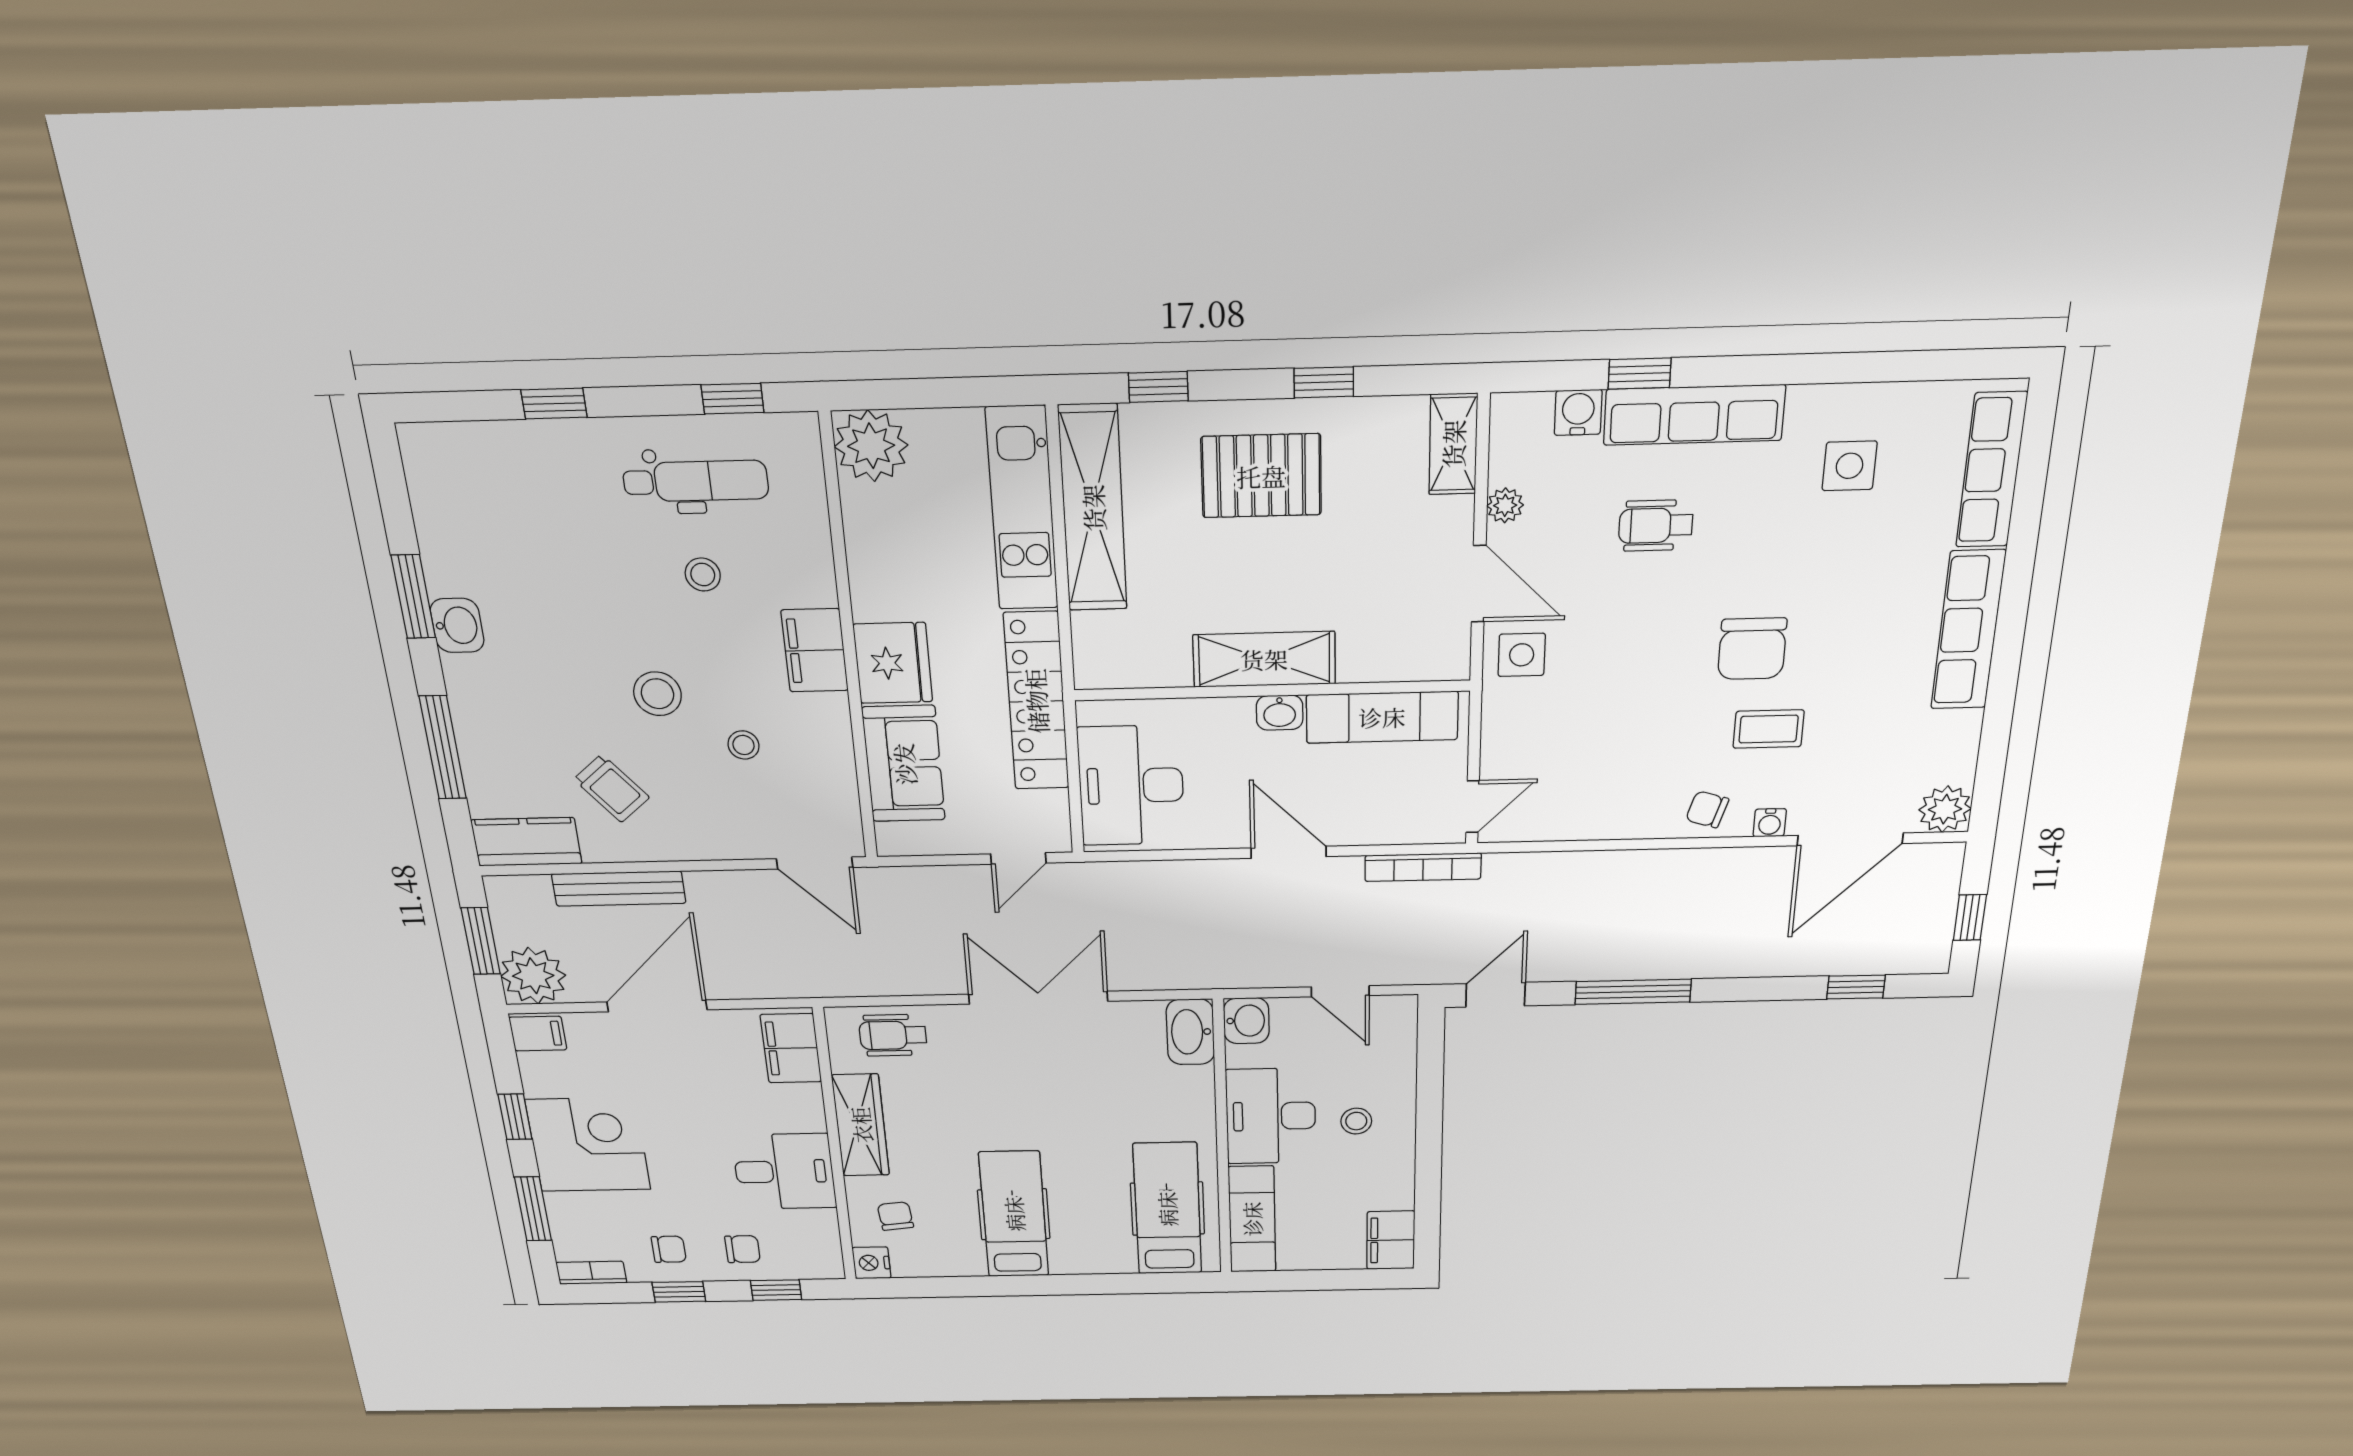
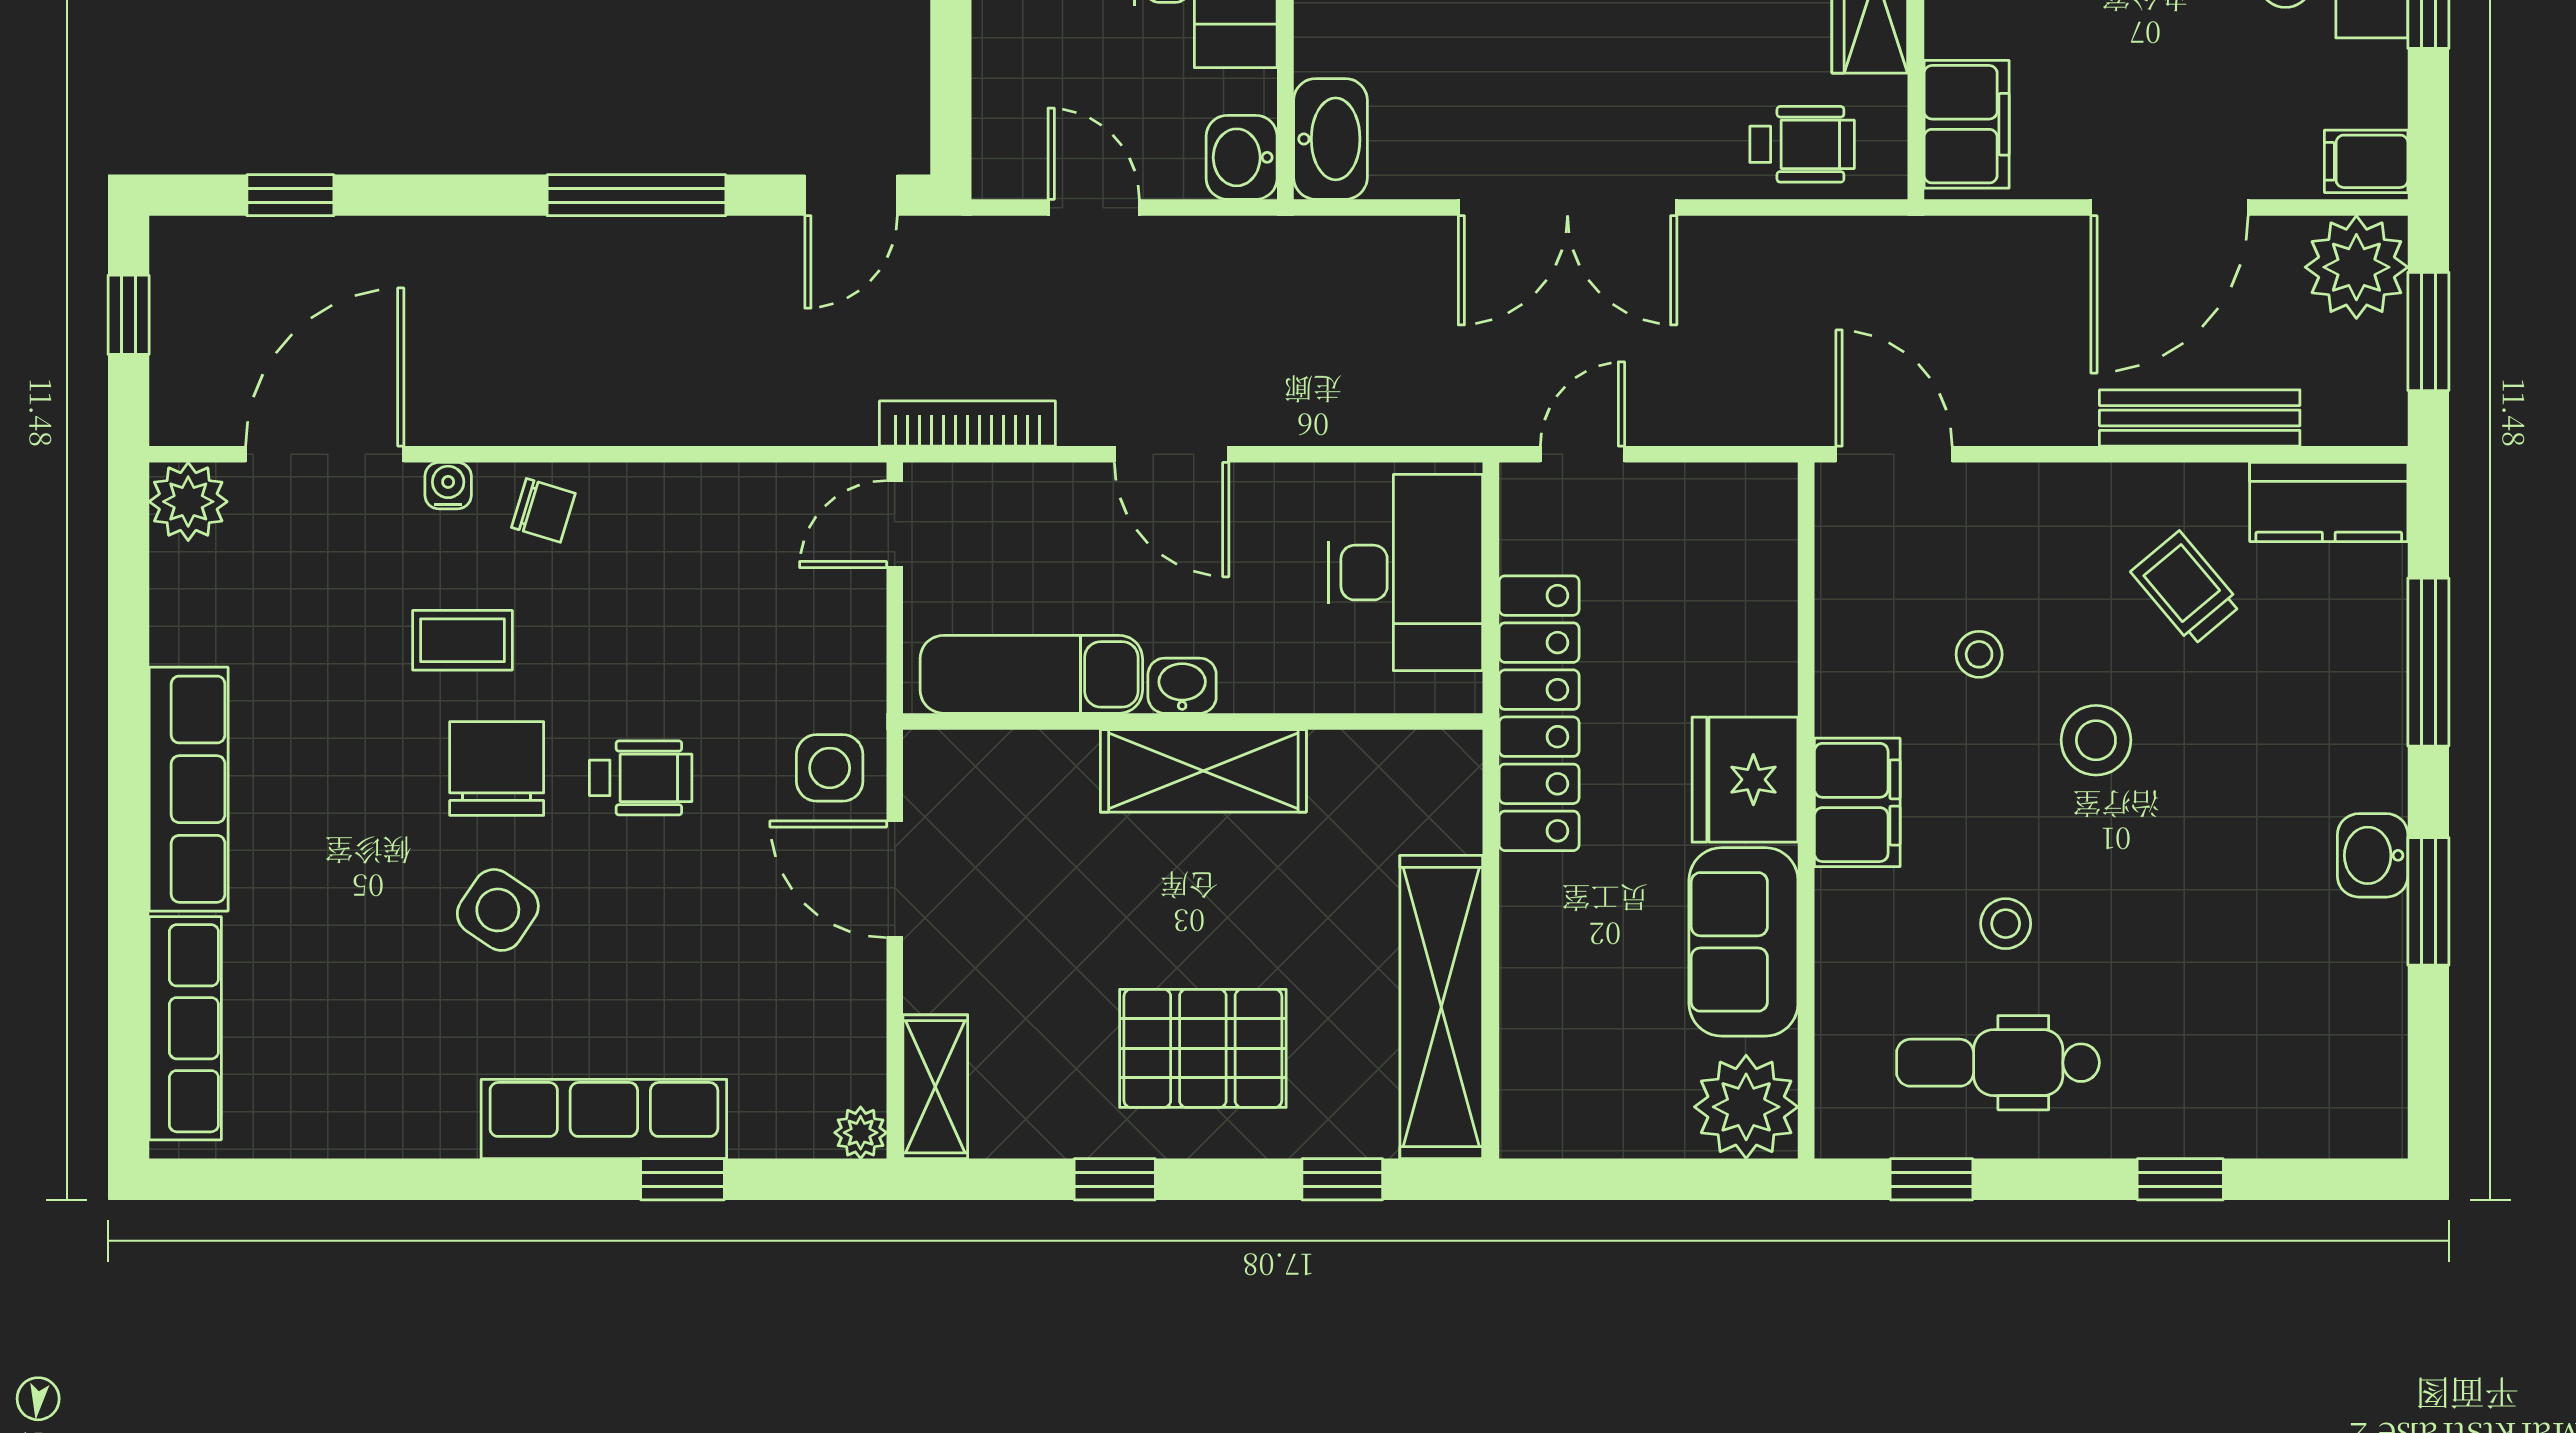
water cooler: (1578, 412) -> (764, 1127), removed
side table: (1850, 466) -> (498, 910), moved, turned 34
plant: (1505, 505) -> (861, 1133), moved
kitchen unit: (1022, 509) -> (1541, 1009), removed
wheelchair: (1656, 525) -> (641, 778), moved
sofa: (904, 764) -> (1743, 942), moved

